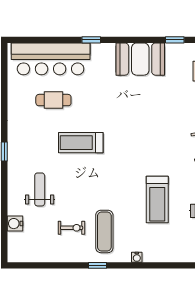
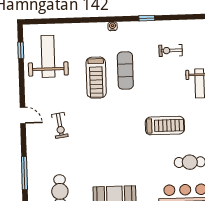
treadmill: (157, 199) -> (96, 78), turned 180
exercise mat: (104, 231) -> (125, 70), moved

